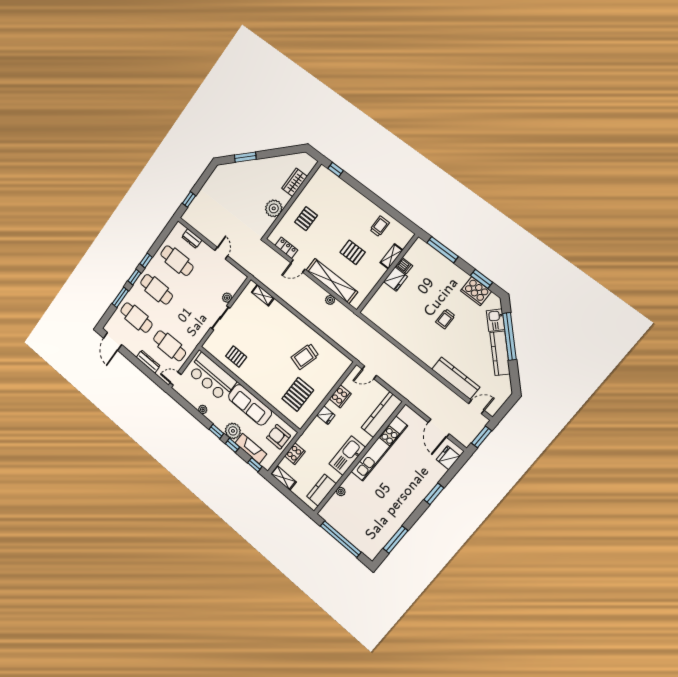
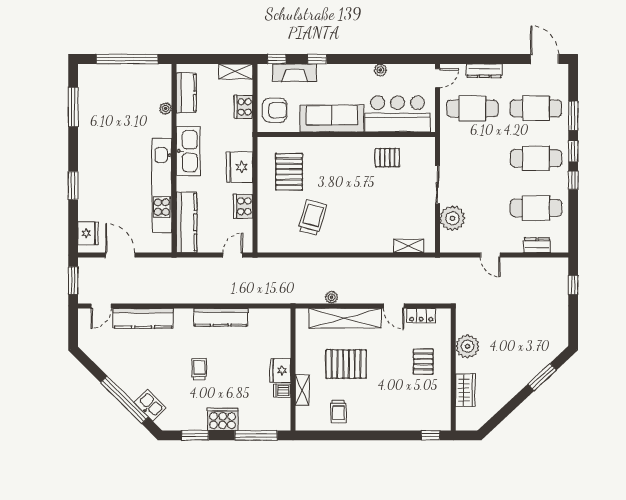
pallet: (353, 252) -> (346, 364), width x1.50, depth x1.42
door: (298, 266) -> (394, 306), swing flipped
cooker: (476, 291) -> (223, 419), moved
plant: (227, 298) -> (452, 218), width x1.87, depth x1.87
kitchen counter: (500, 353) -> (221, 317), moved, turned 135
fridge: (326, 415) -> (239, 167), width x1.88, depth x1.34
window: (216, 431) -> (347, 59), removed
plant: (233, 431) -> (329, 75), removed

